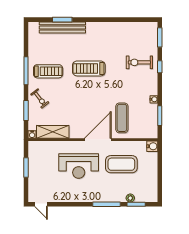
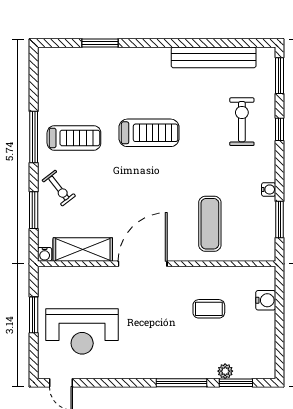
bench: (62, 27) -> (214, 57), moved
exercise bike: (139, 62) -> (242, 122), turned 90
treadmill: (89, 68) -> (149, 133), turned 180
door: (98, 140) -> (143, 264), moved
water cooler: (152, 146) -> (266, 300), moved
coffee table: (121, 164) -> (209, 309), width x0.54, depth x0.58
reception desk: (79, 166) -> (82, 331), moved

